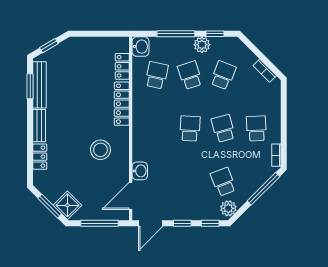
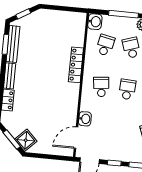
locker: (122, 66) -> (79, 36), removed
school desk: (157, 128) -> (101, 87), added
stool: (100, 150) -> (56, 99), removed
window: (99, 223) -> (49, 157), removed

